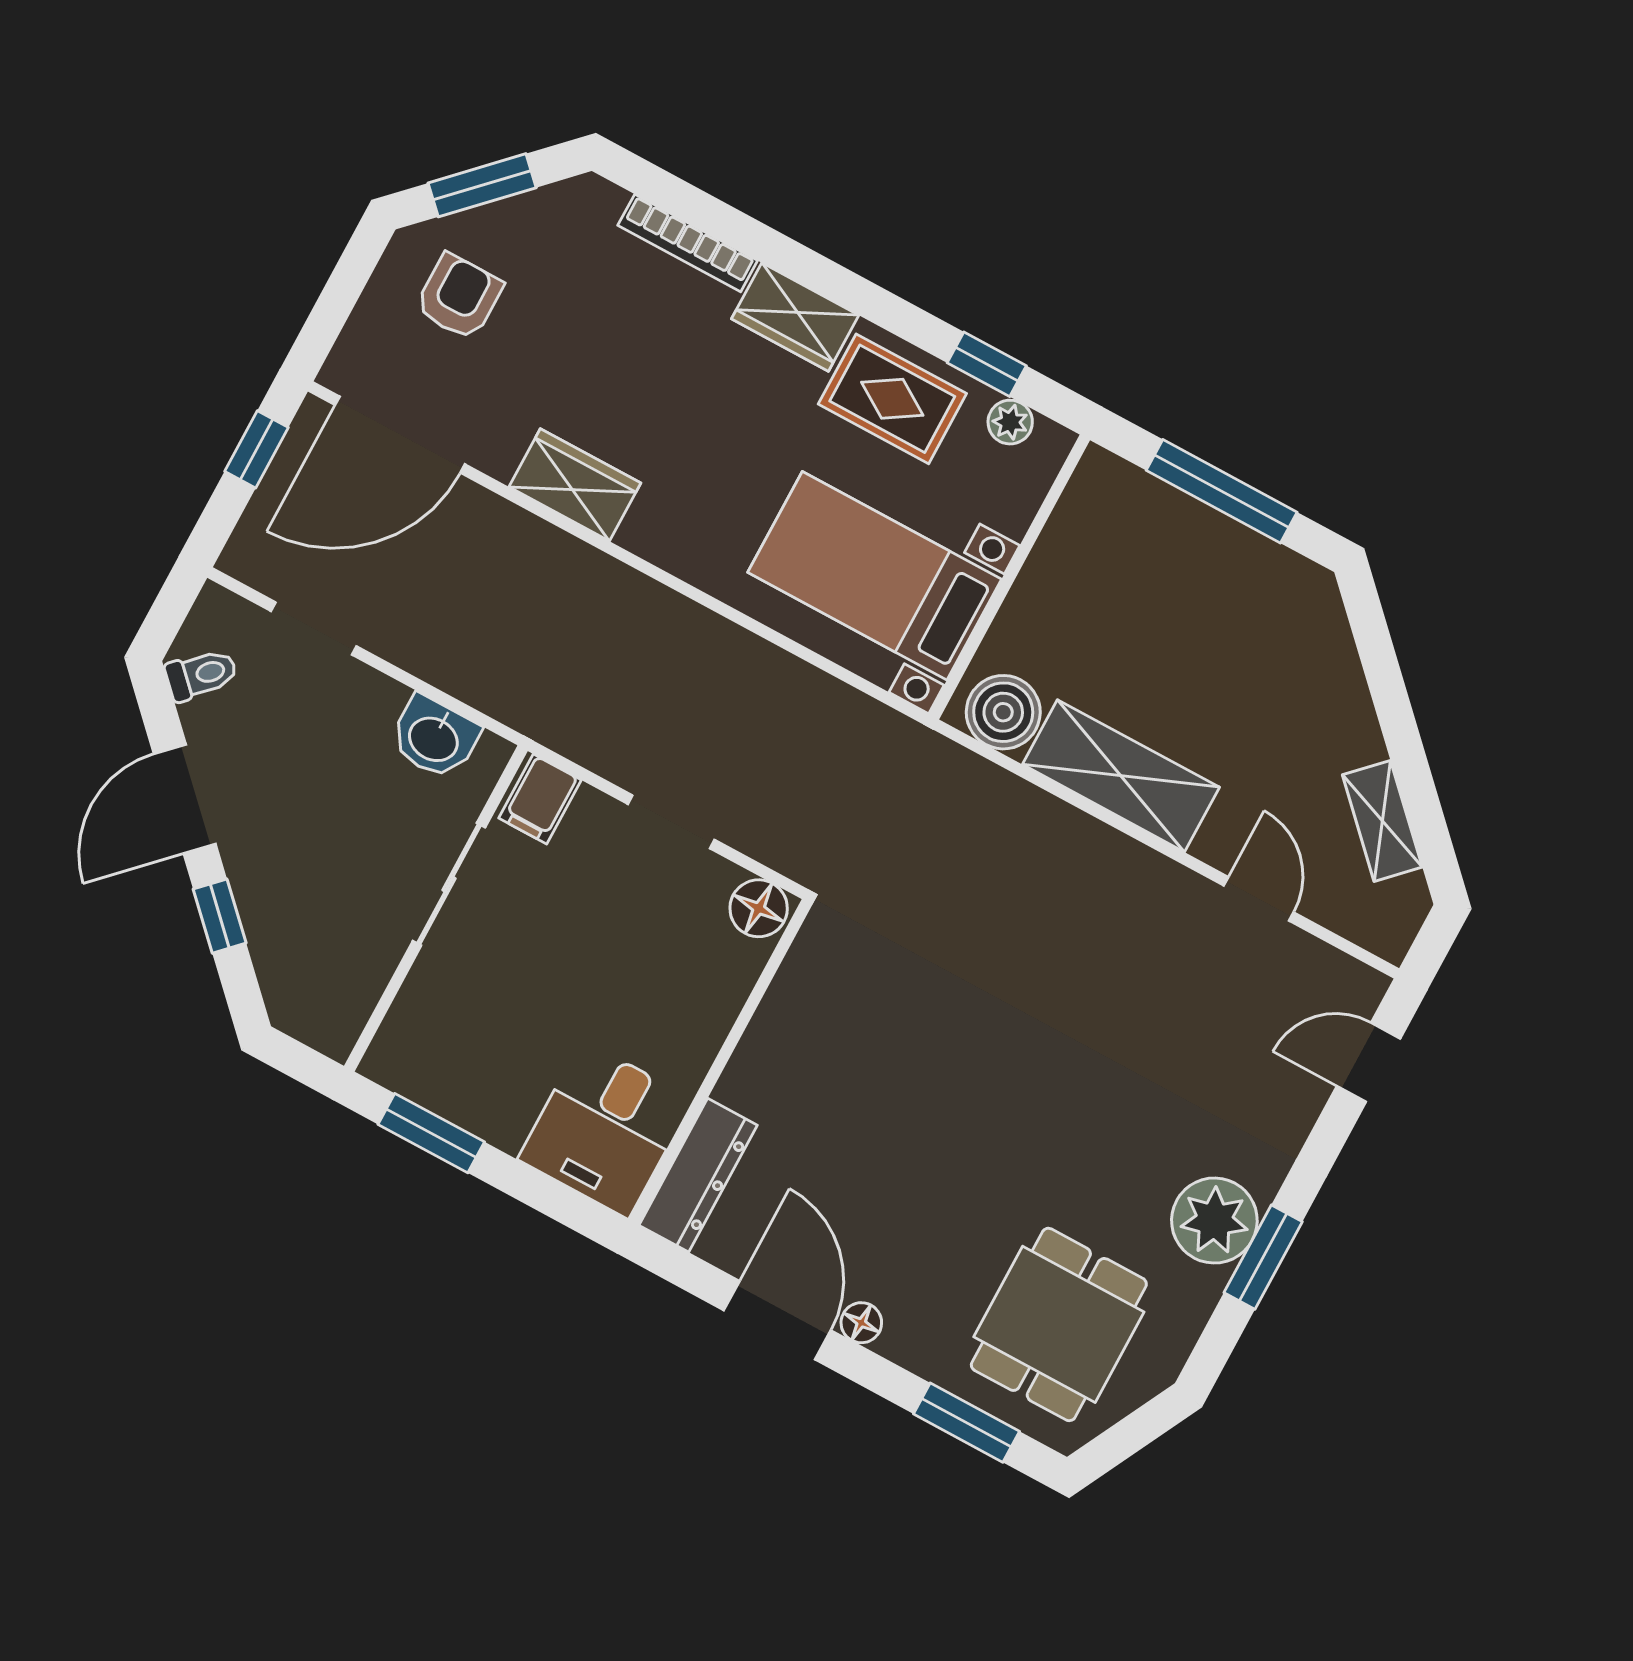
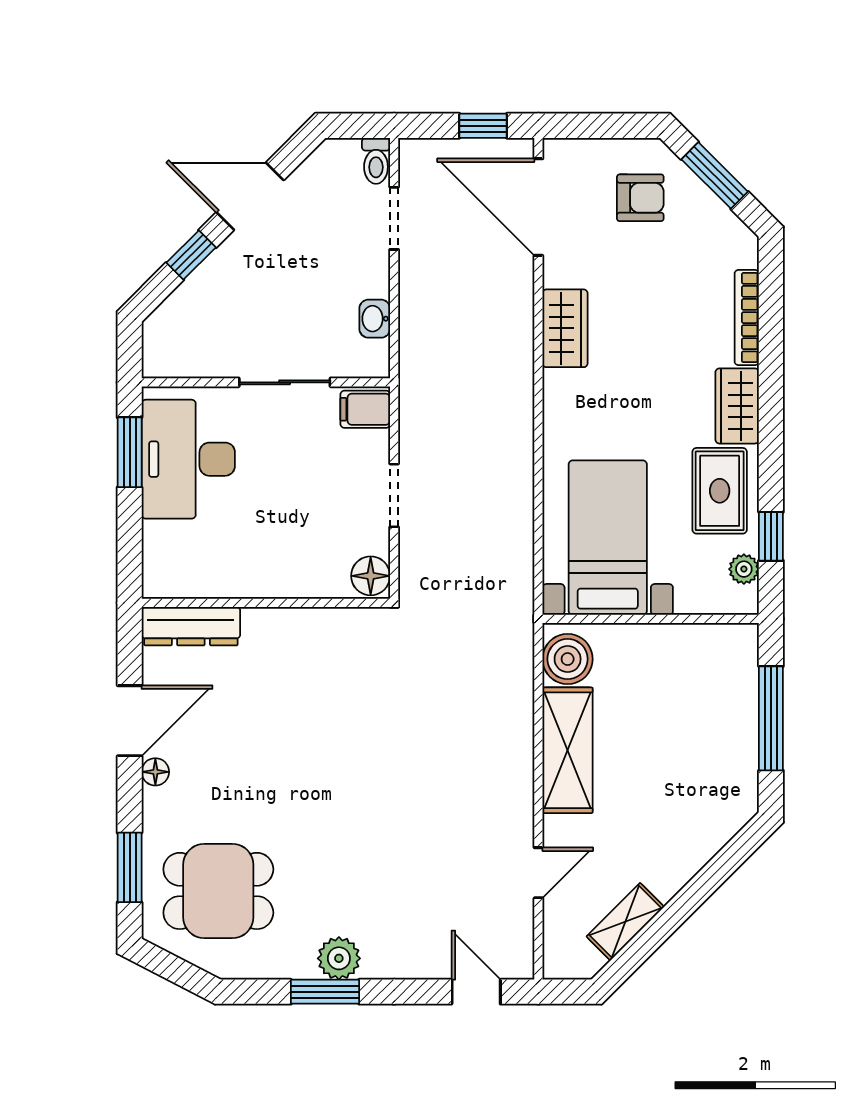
toilet: (201, 675) -> (376, 161), moved, turned 45
washbasin: (434, 738) -> (375, 319), width x0.72, depth x0.69
desk: (605, 1129) -> (188, 459), moved, width x1.37
plant: (1214, 1221) -> (339, 958), width x0.73, depth x0.73

